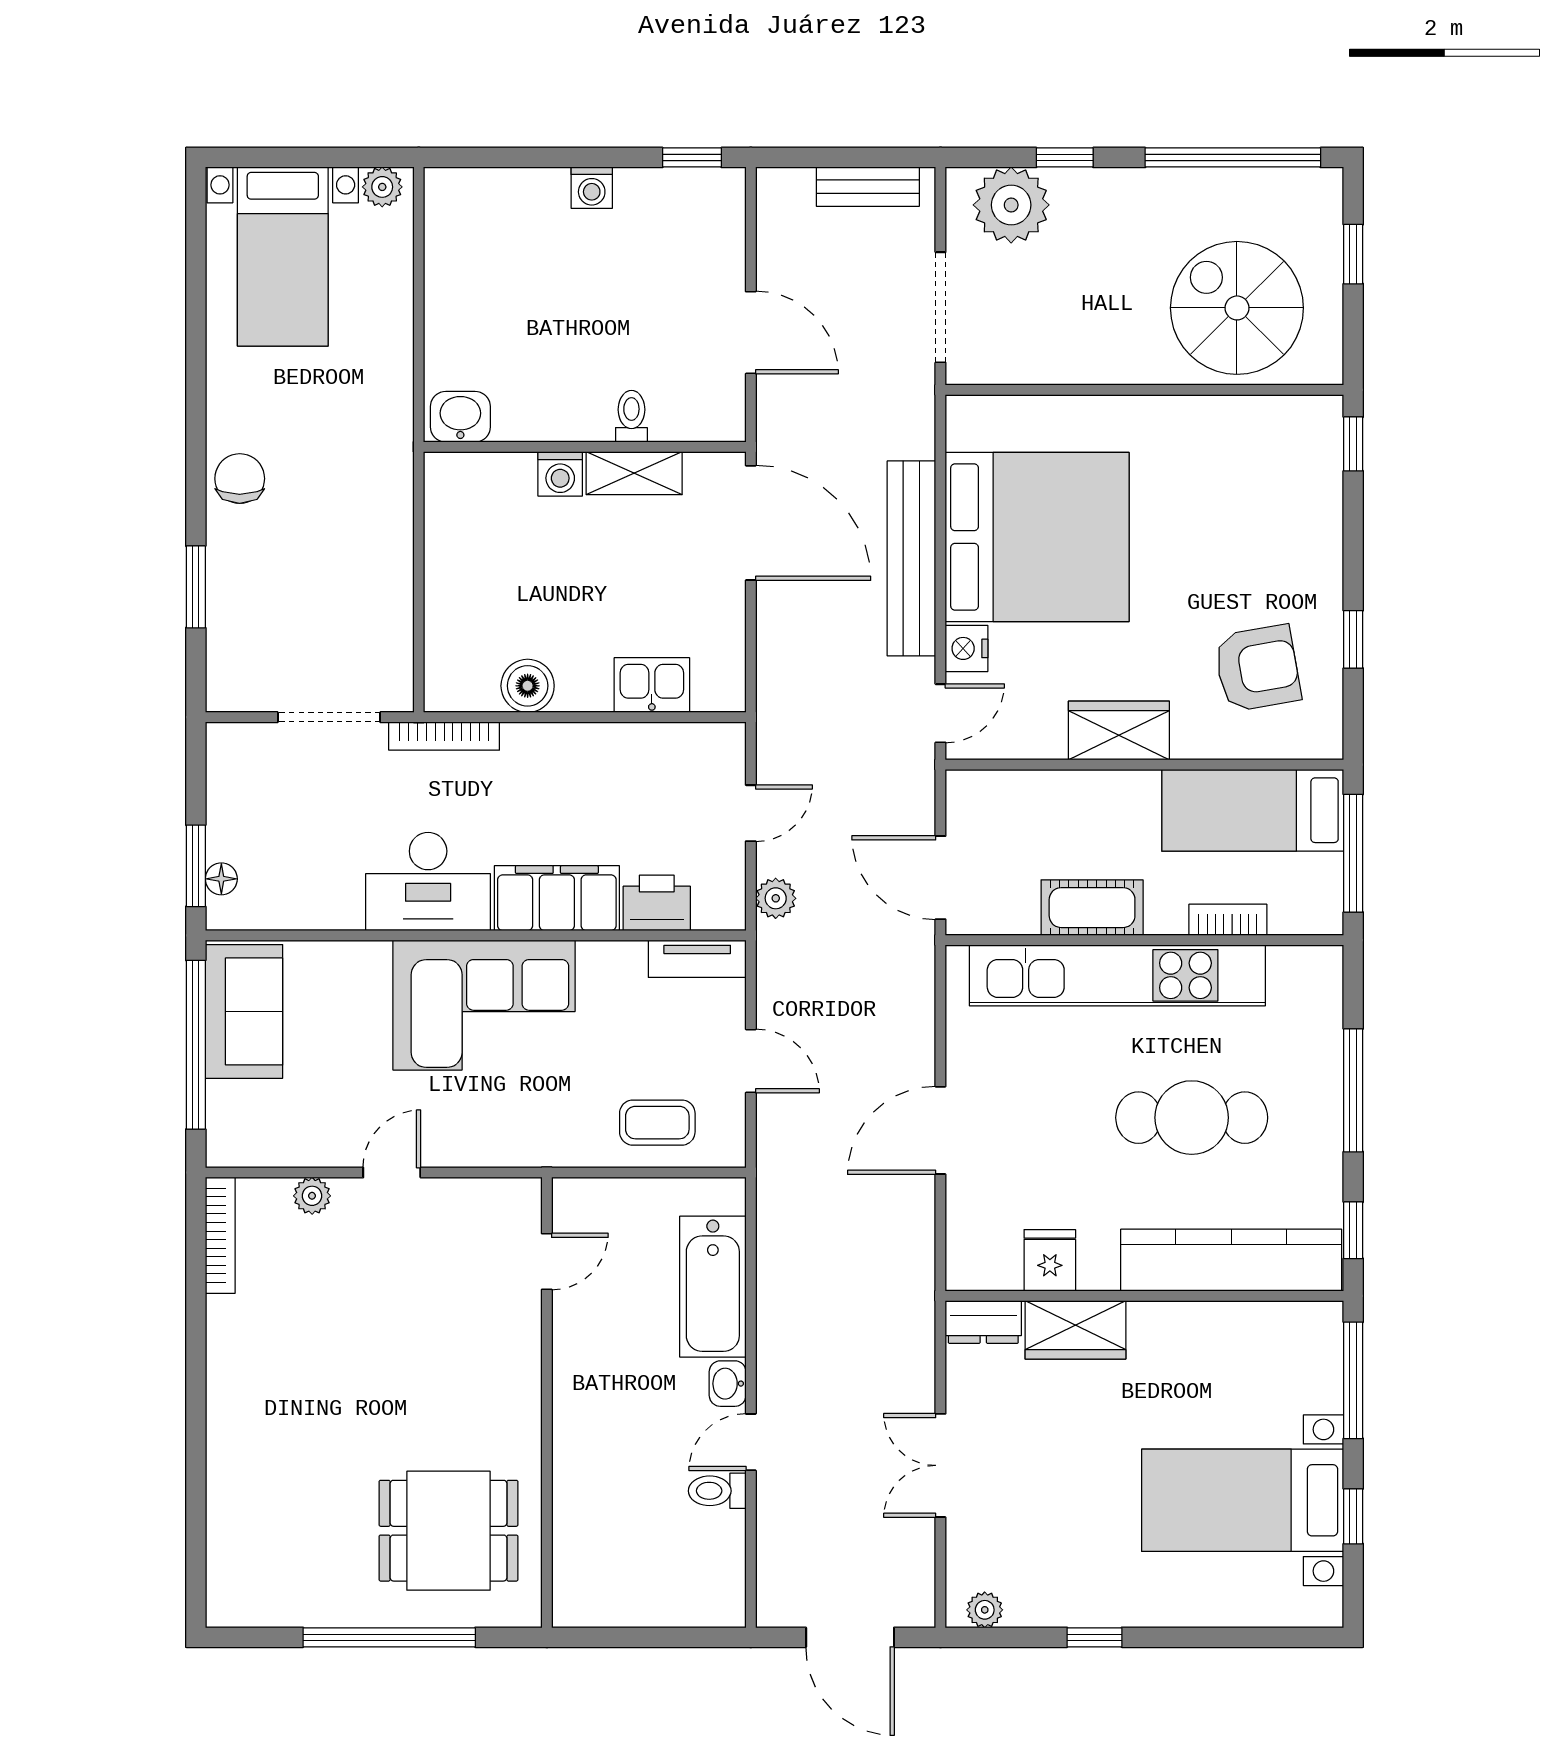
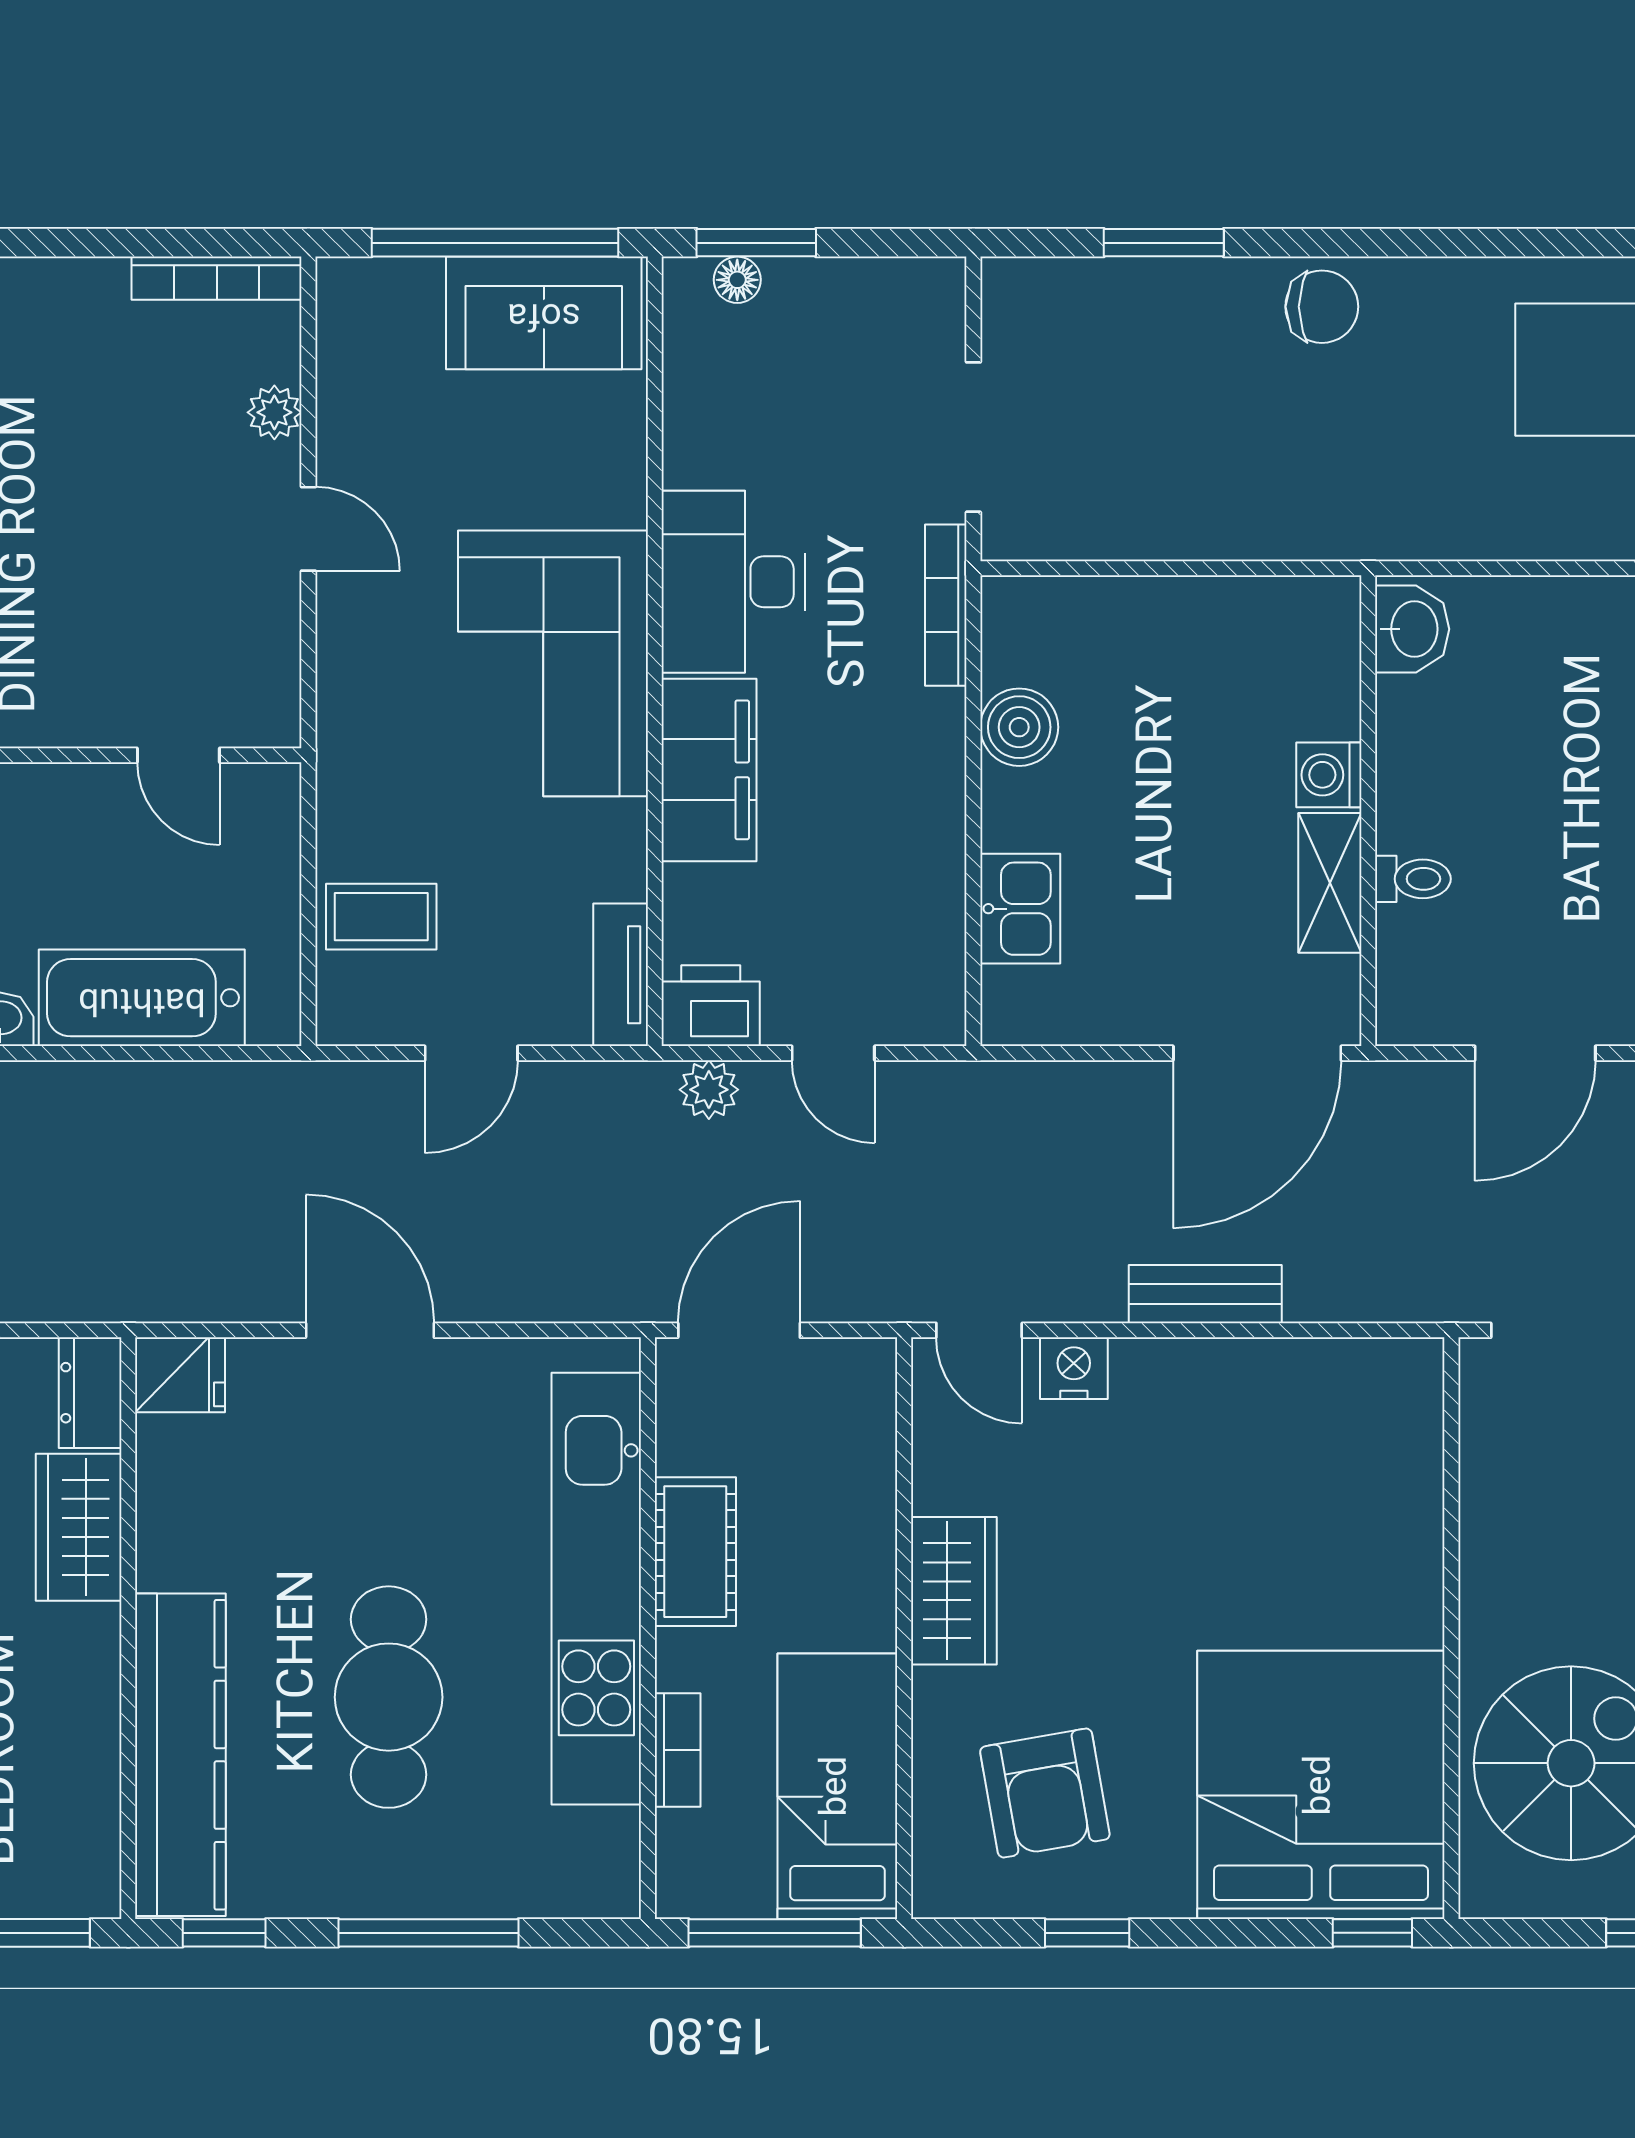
bed: (1037, 537) -> (1321, 1785), moved, turned 180
bench: (911, 558) -> (1205, 1294), width x0.54, depth x0.82
printer: (657, 903) -> (711, 1006), moved, turned -90
coffee table: (657, 1123) -> (381, 917), turned 90
fridge: (1050, 1260) -> (180, 1375), moved

